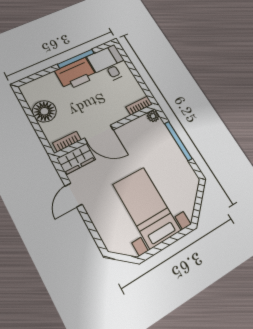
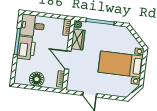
door: (99, 134) -> (68, 60), swing flipped
wardrobe: (76, 159) -> (78, 39), moved

